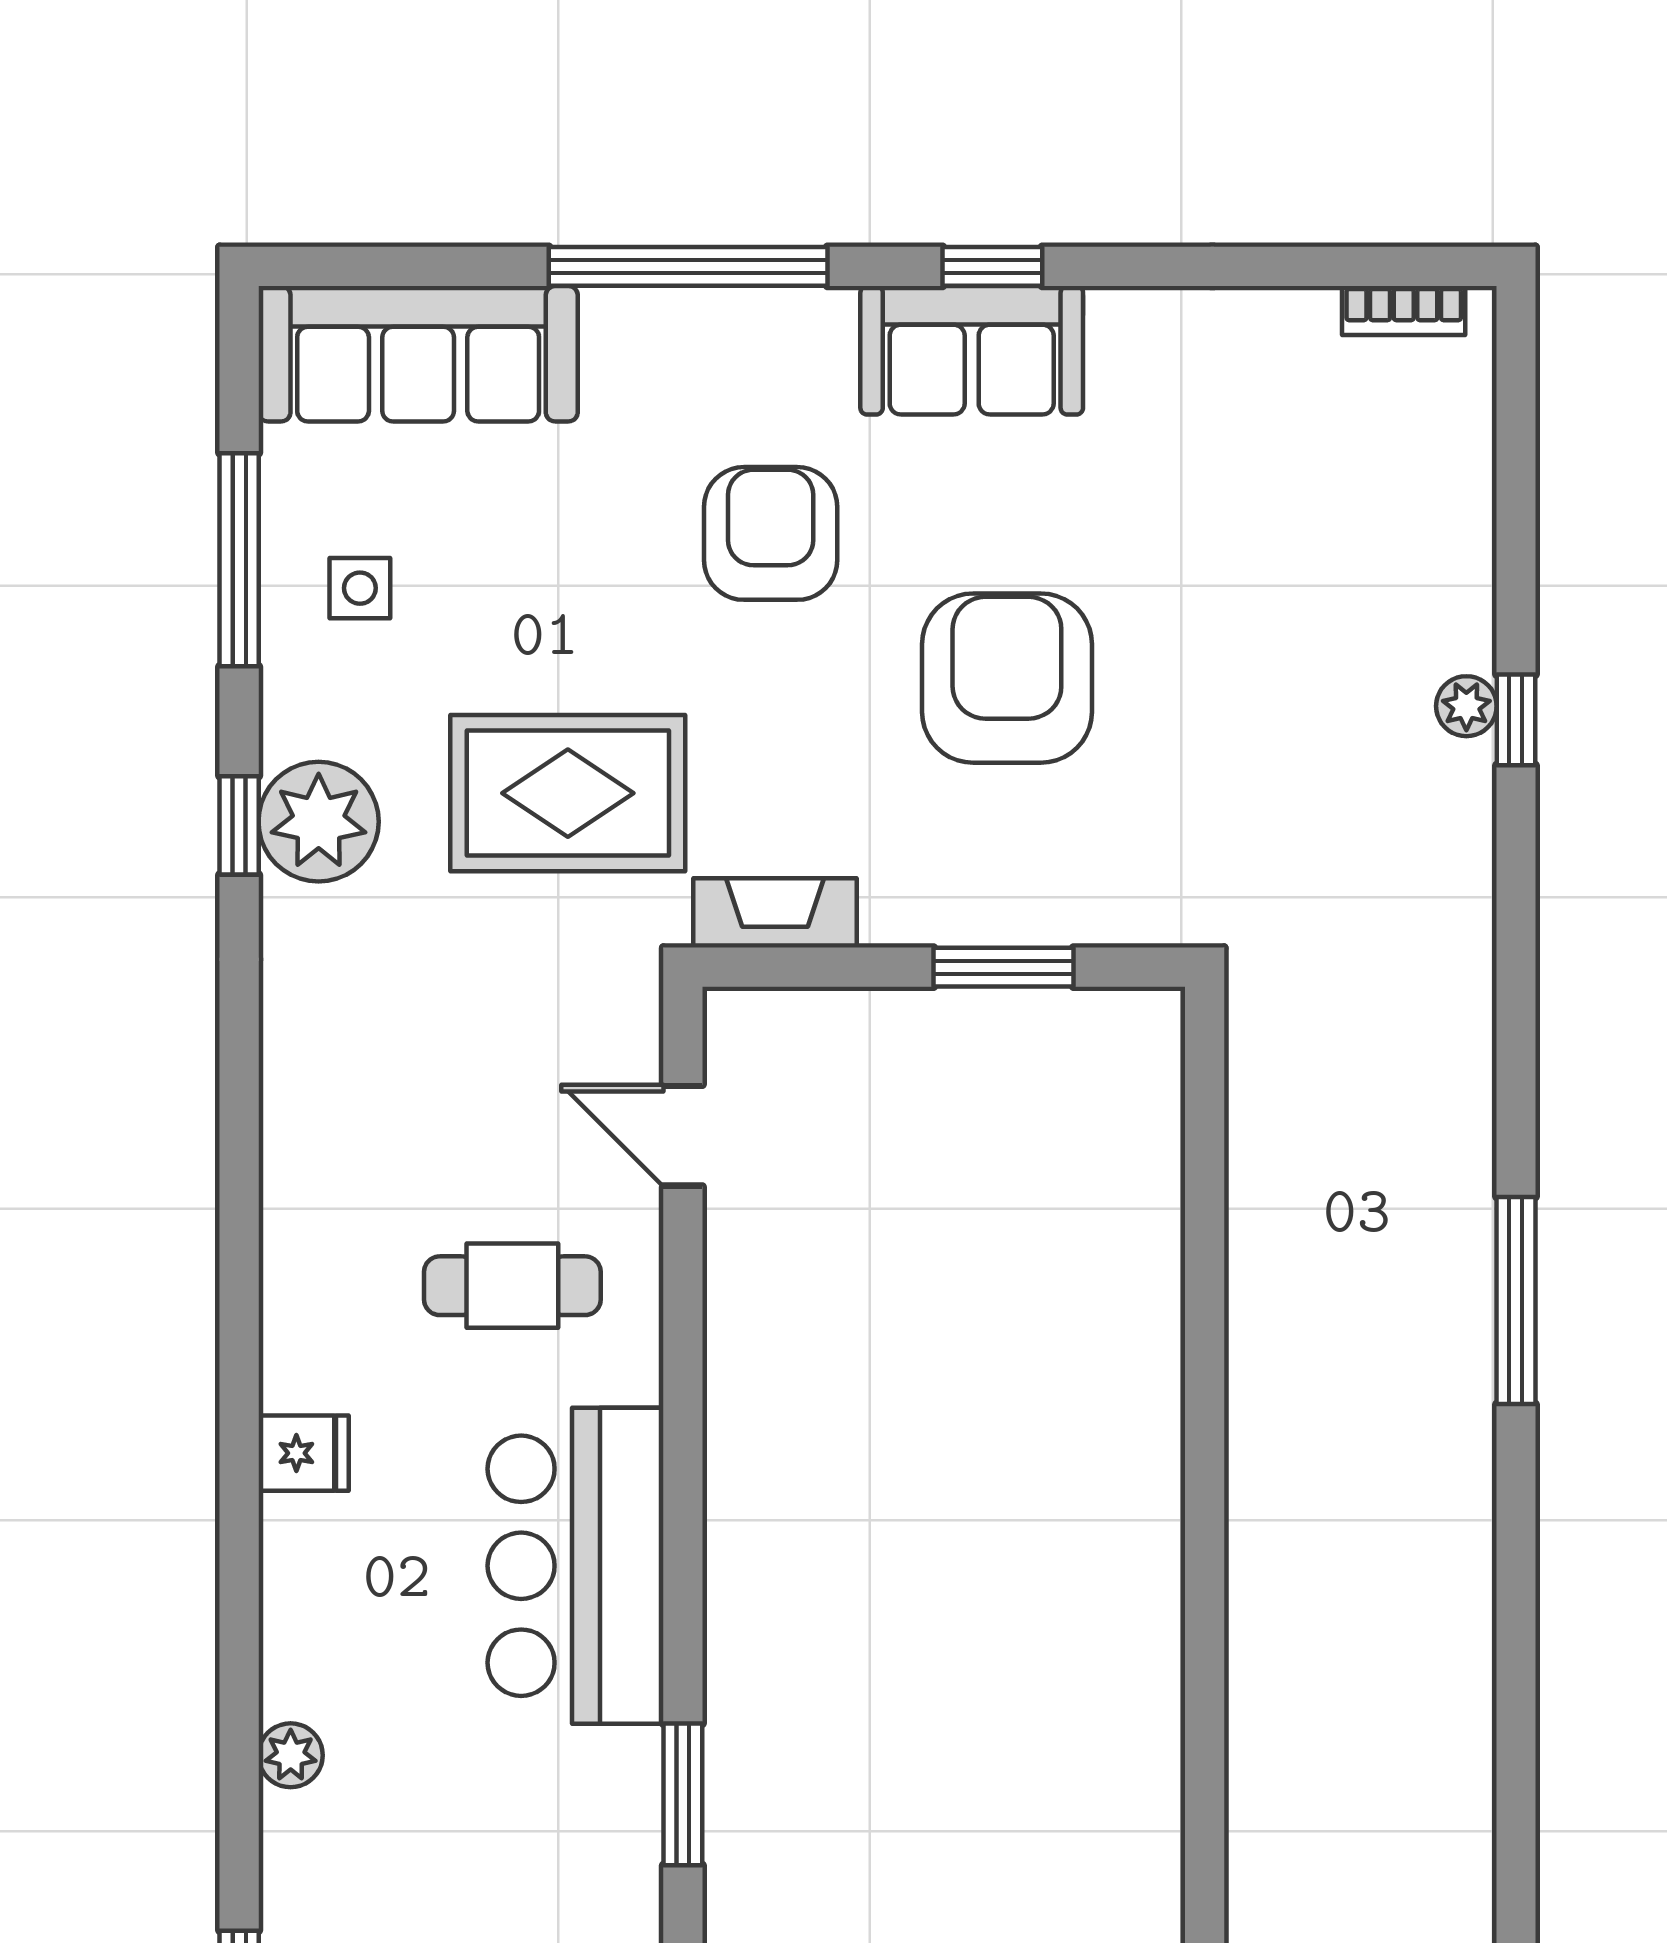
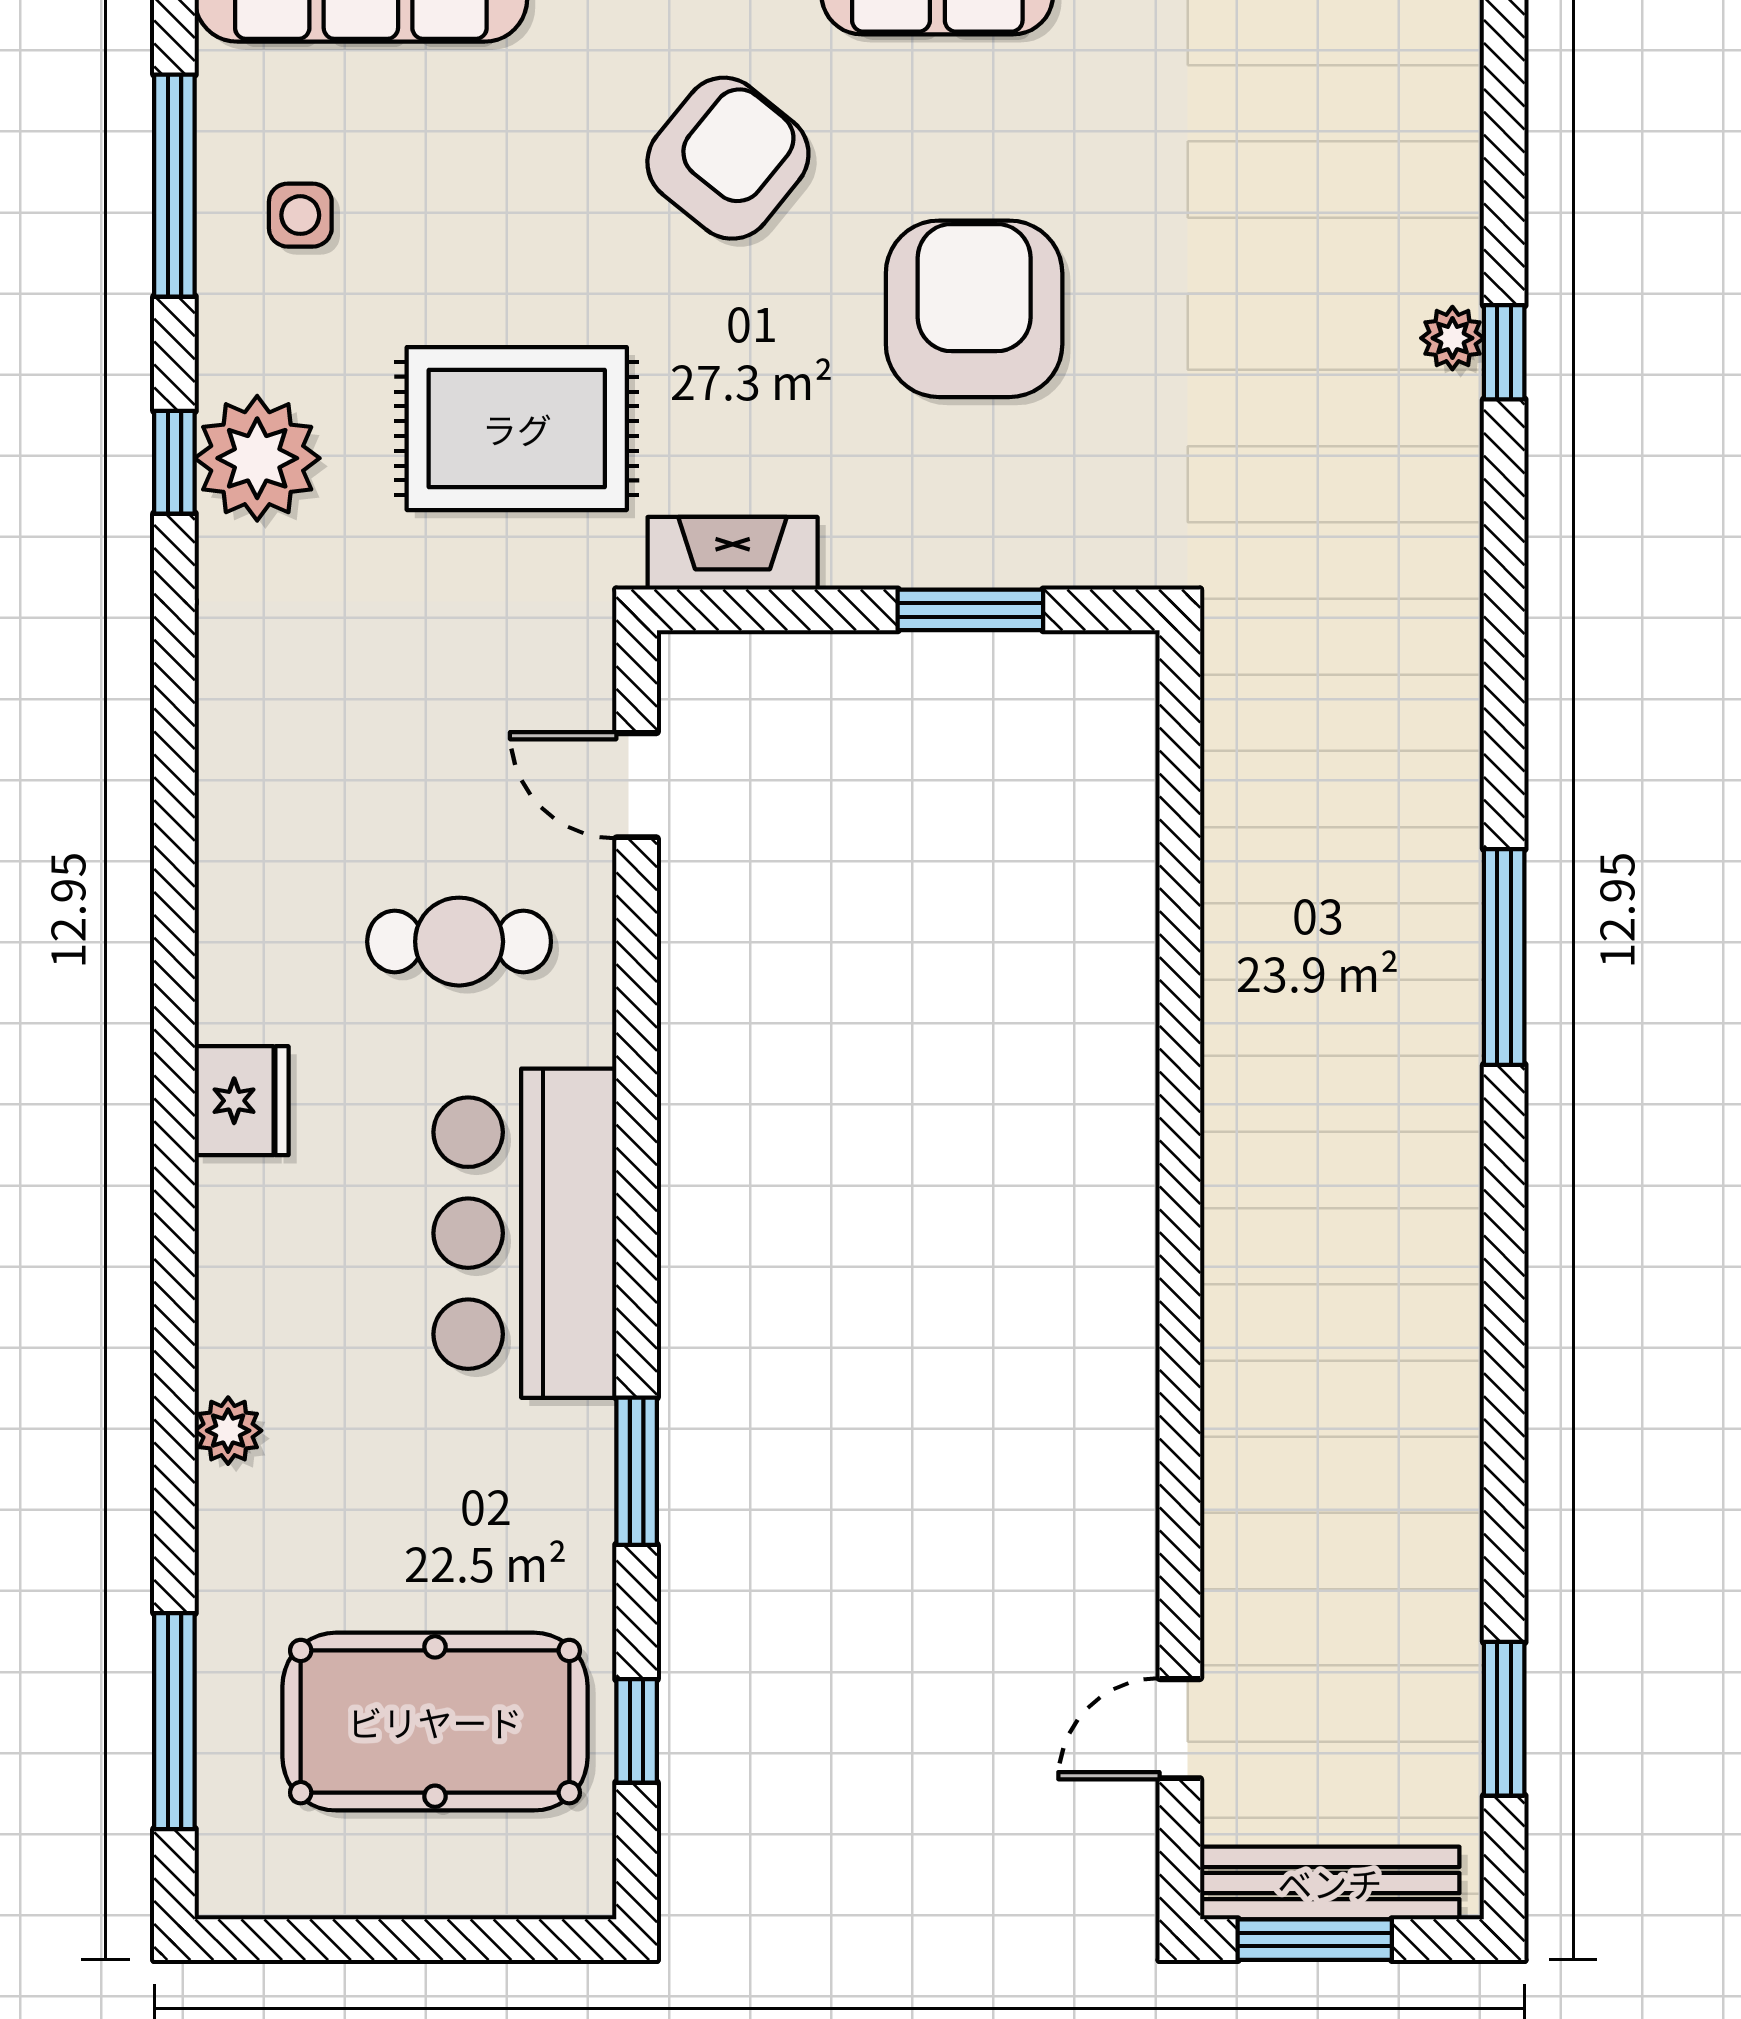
armchair: (771, 533) -> (728, 158), turned 39
fridge: (304, 1453) -> (242, 1101), width x1.38

